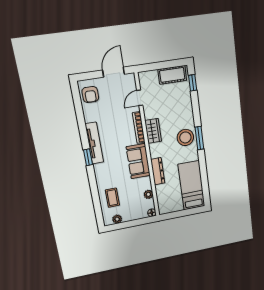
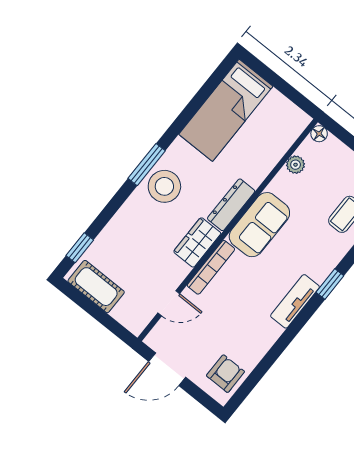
tv unit: (94, 143) -> (295, 301), width x0.71
window: (88, 157) -> (330, 284), moved
dresser: (158, 171) -> (231, 205), moved

